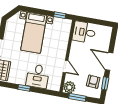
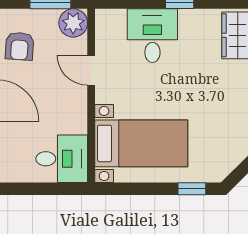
window: (60, 15) -> (192, 189), moved
bed with nightstands: (34, 33) -> (141, 143), moved, turned 90

